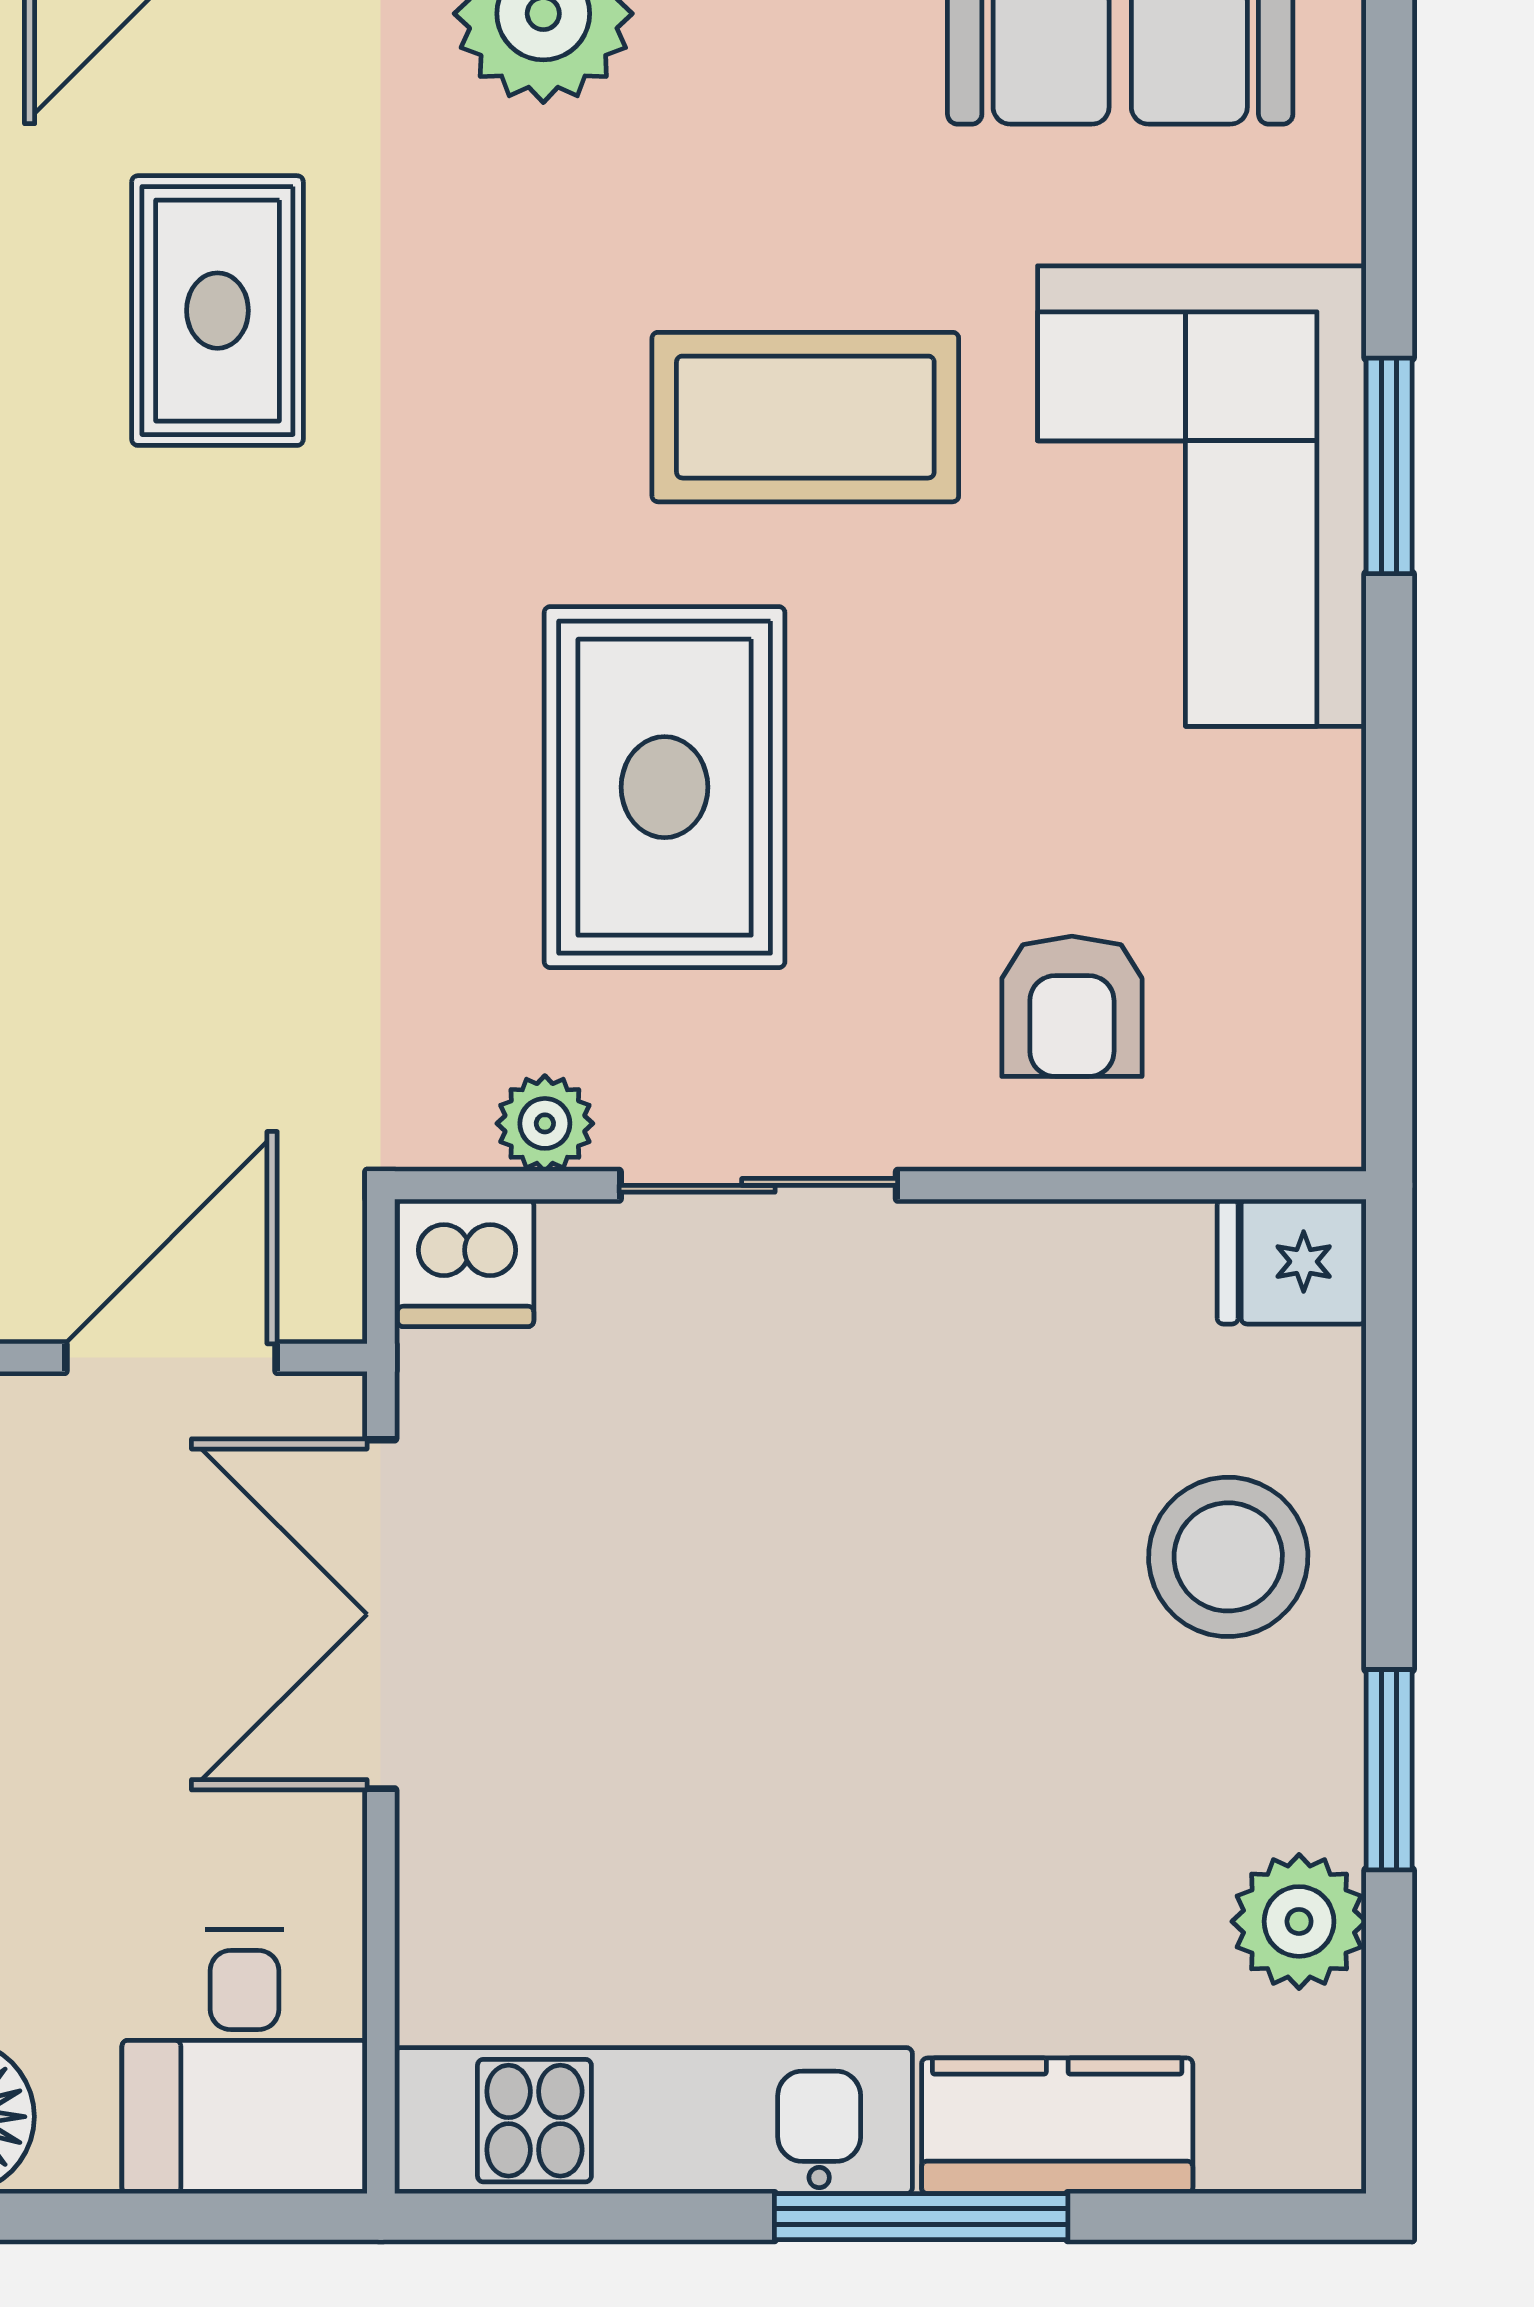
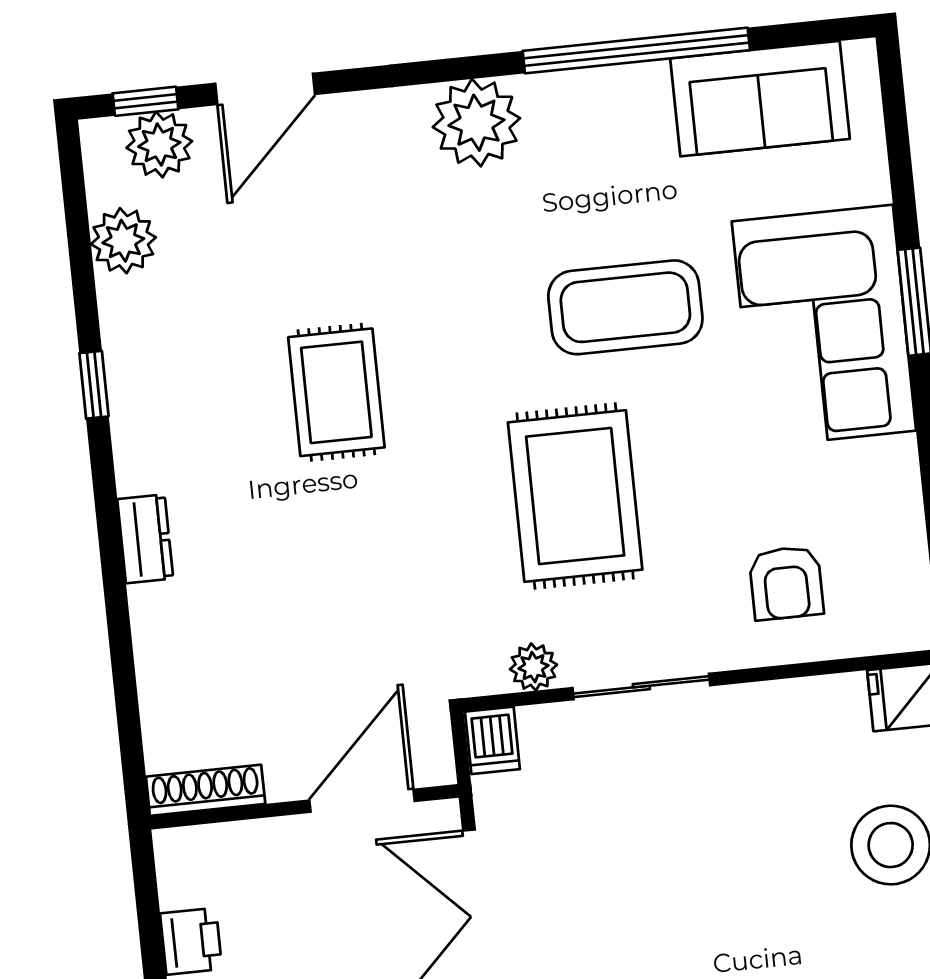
rug: (217, 311) -> (336, 392), moved
dishwasher: (466, 1263) -> (492, 740), width x0.73

